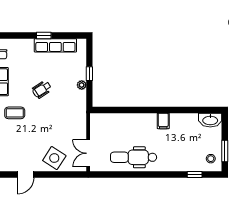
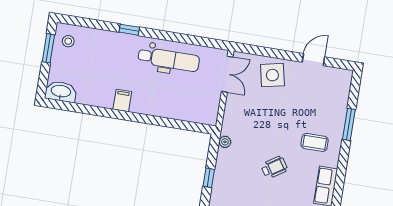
plant: (82, 85) -> (225, 142), moved
side table: (54, 158) -> (272, 75), turned 45
window: (195, 175) -> (129, 30), moved

